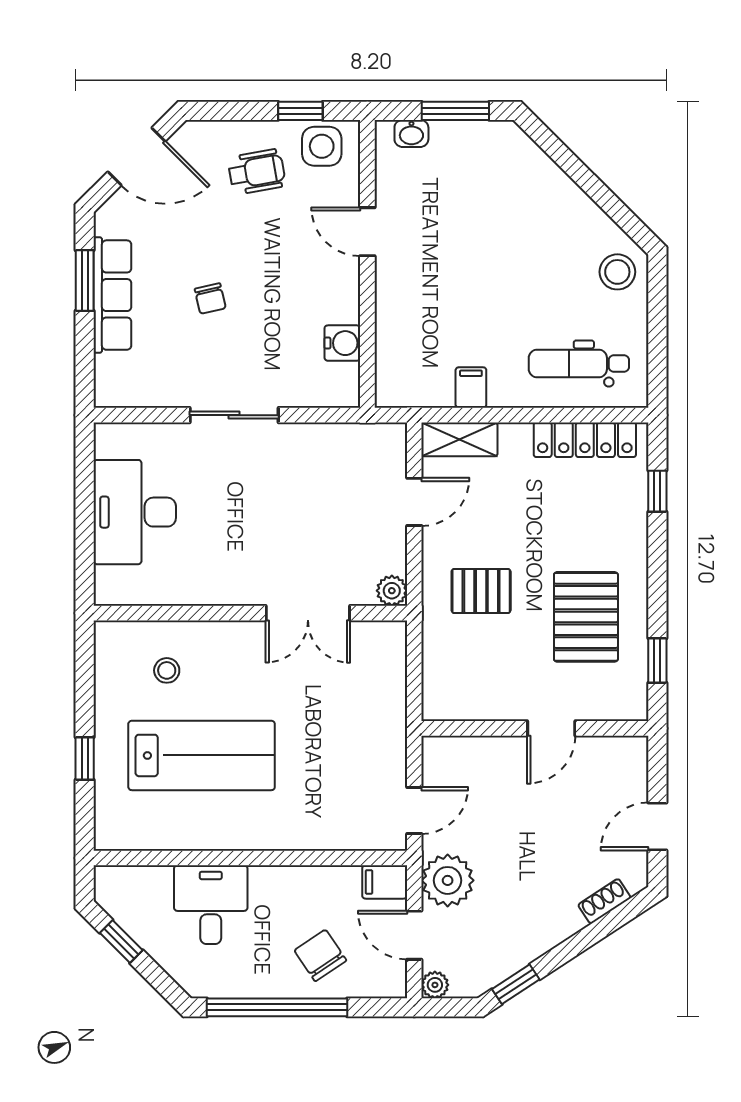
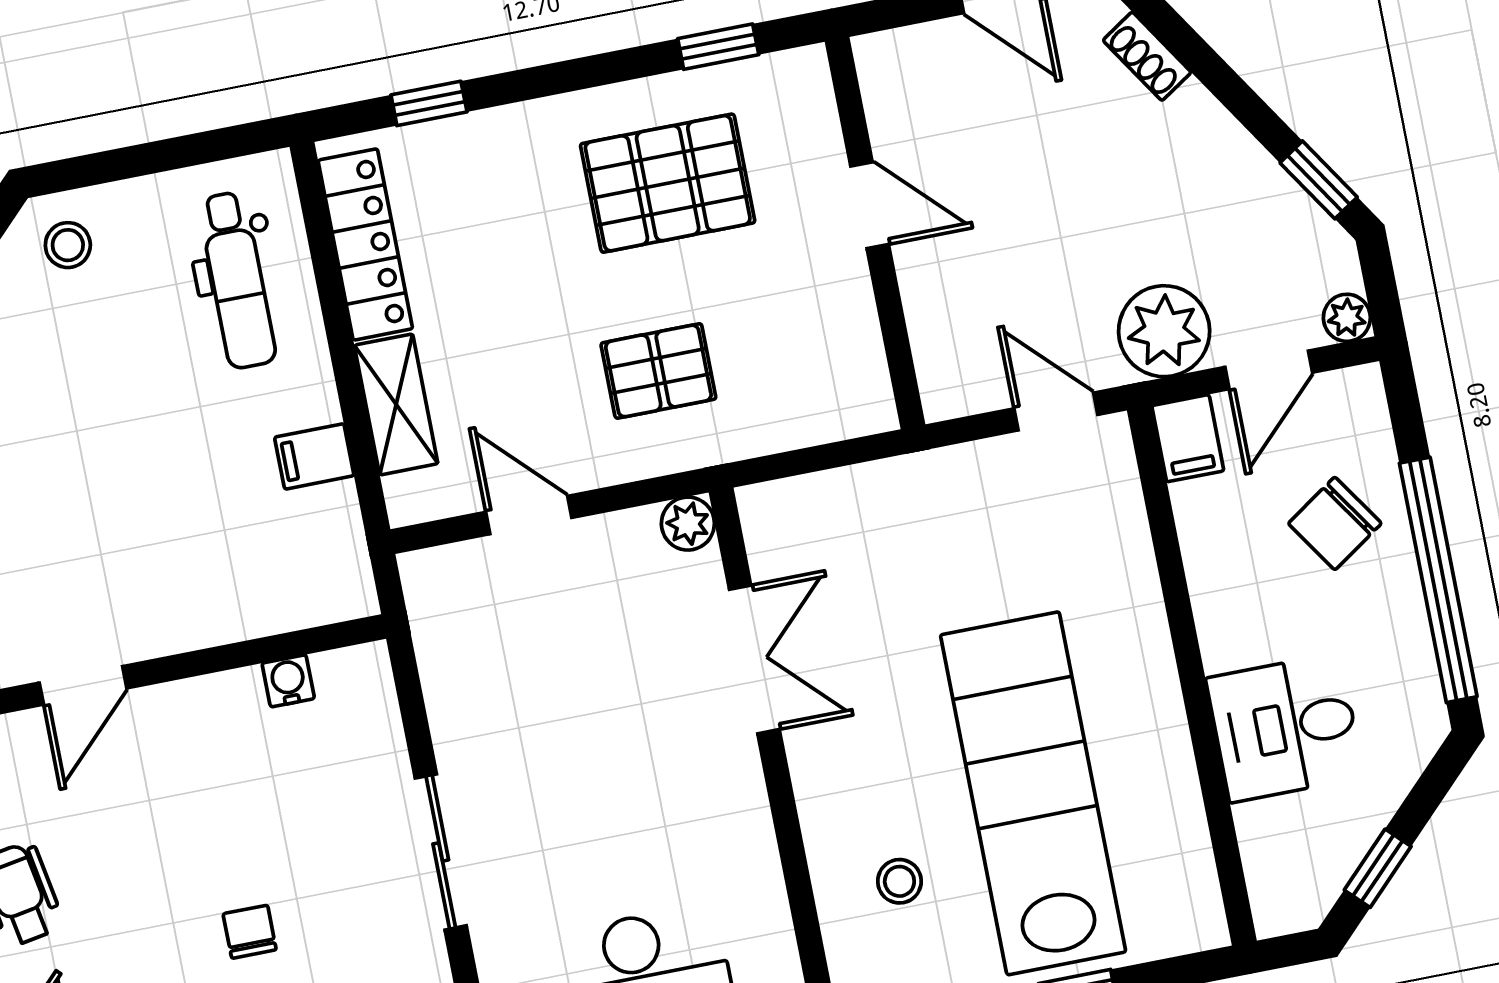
stool: (617, 272) -> (68, 245), width x0.73, depth x0.73
chair: (210, 298) -> (250, 932), turned -77
water cooler: (342, 343) -> (288, 681), width x0.72, depth x0.72
shelving: (459, 439) -> (396, 404), moved
pallet: (481, 591) -> (658, 371), turned 90
lab bench: (202, 755) -> (1033, 793), width x1.36

